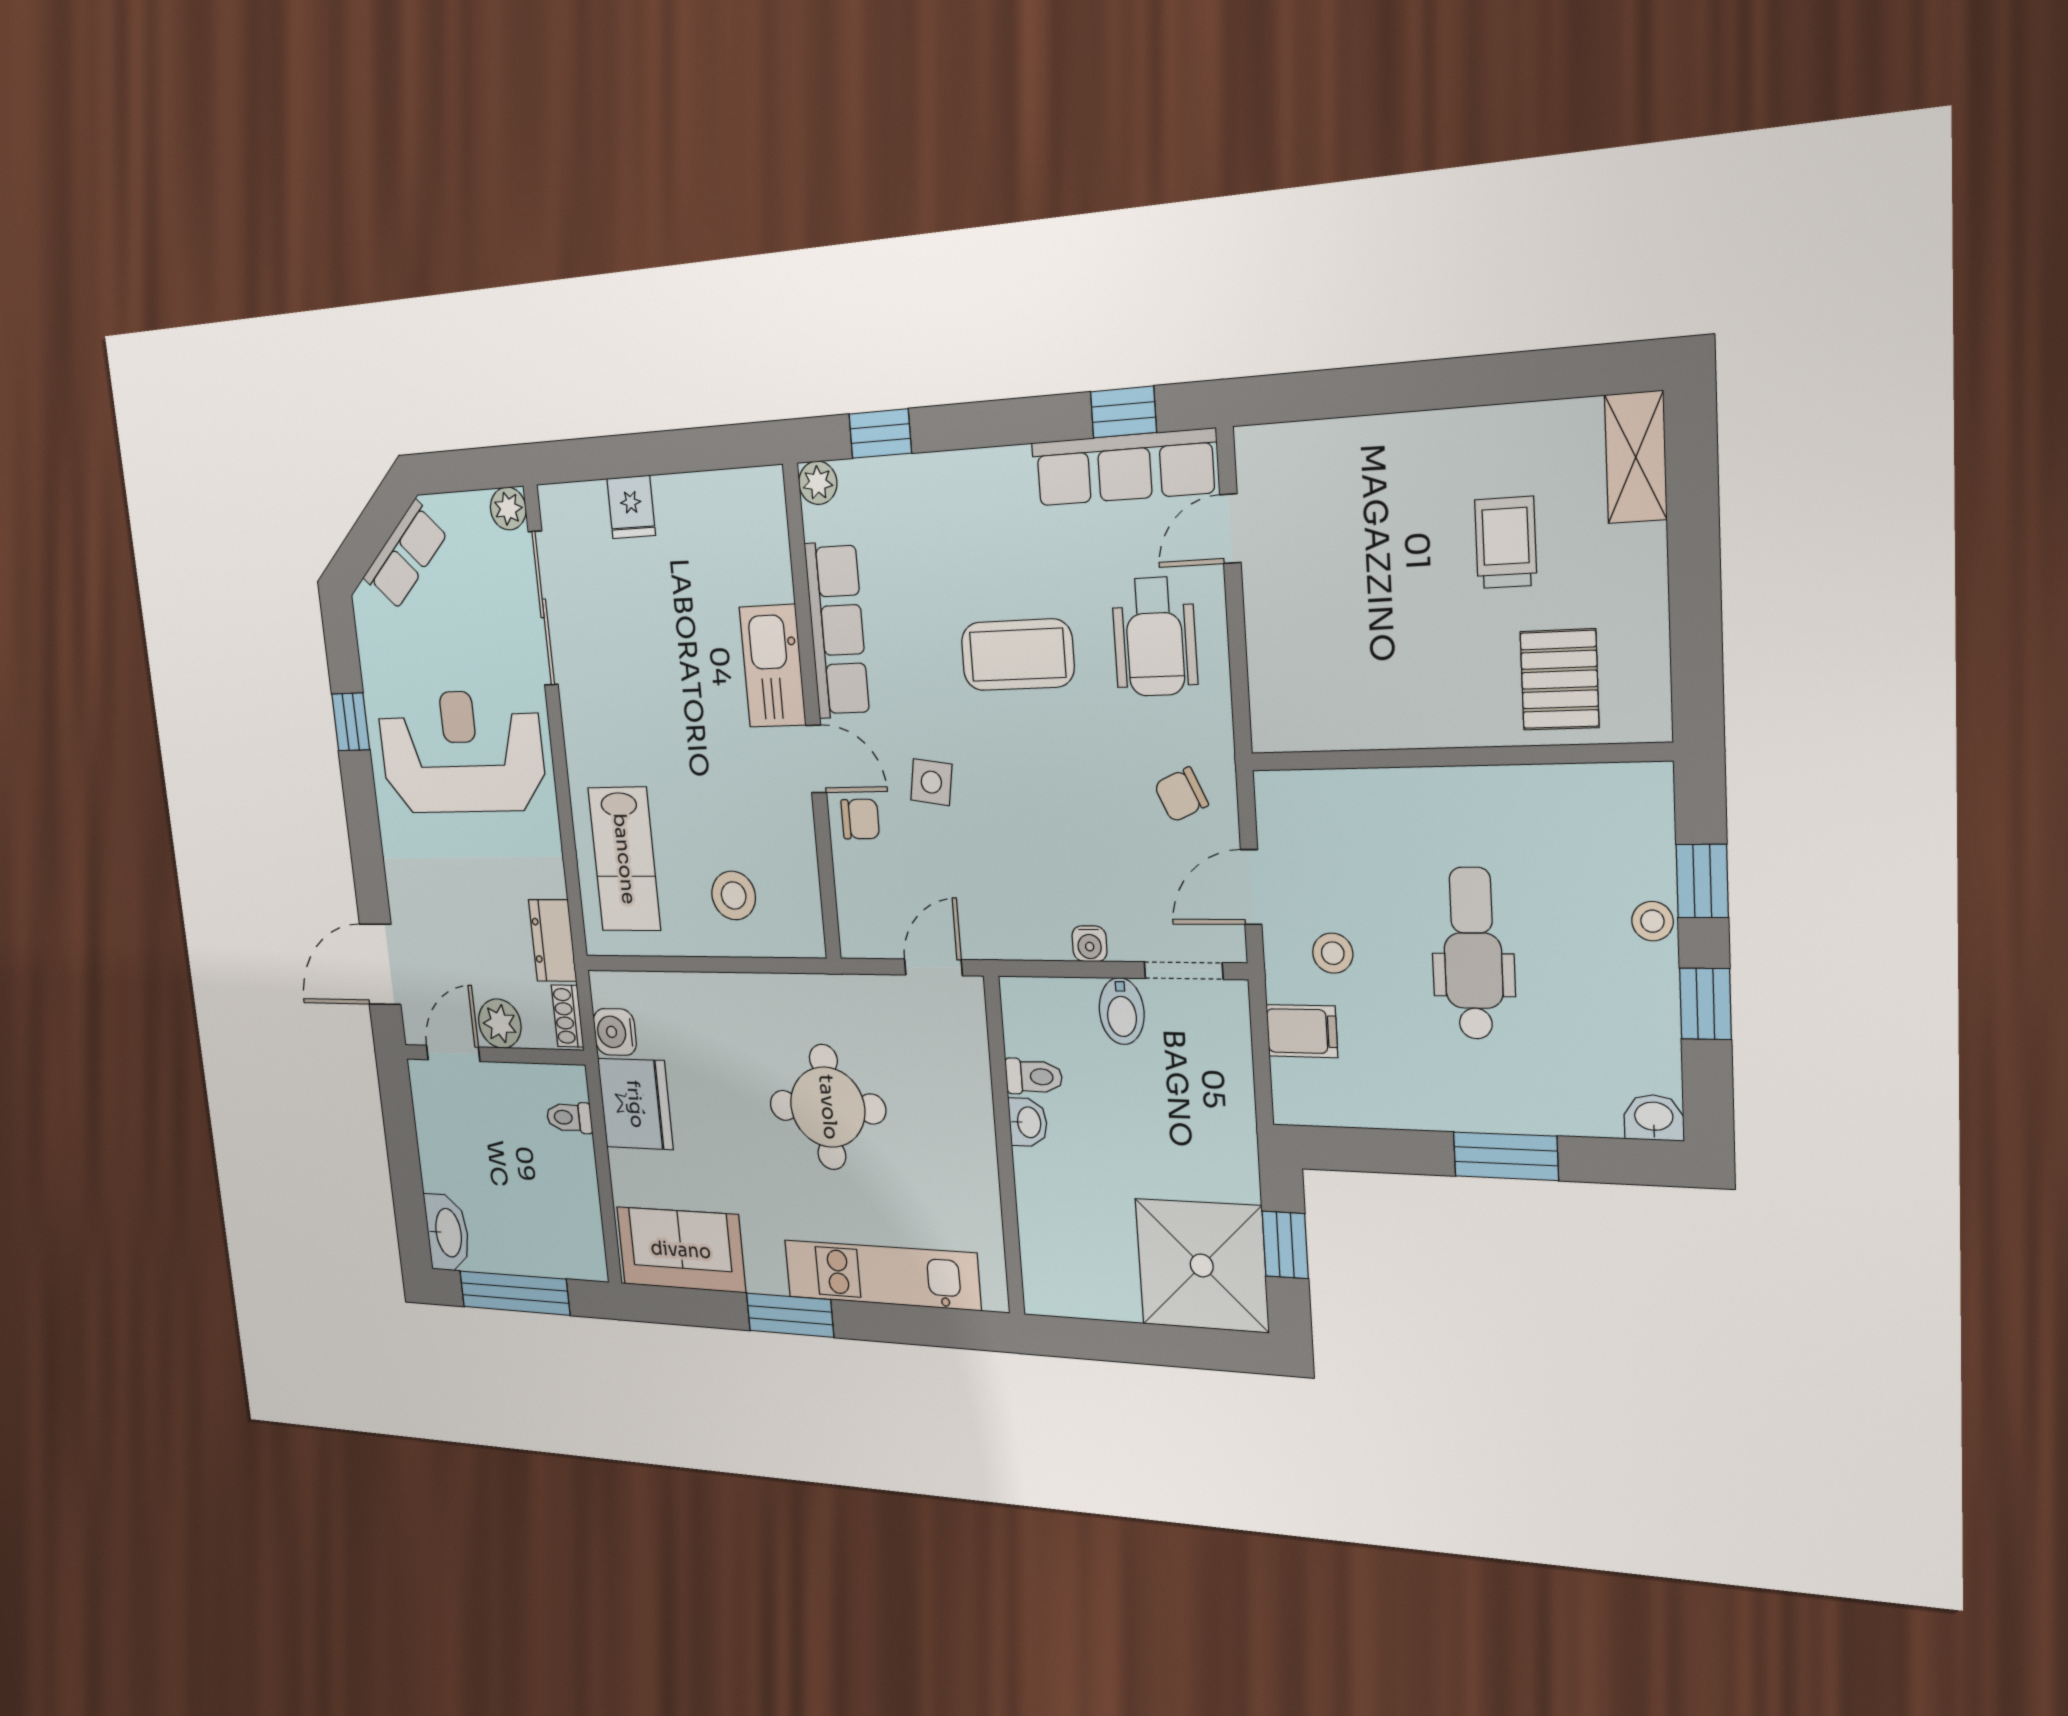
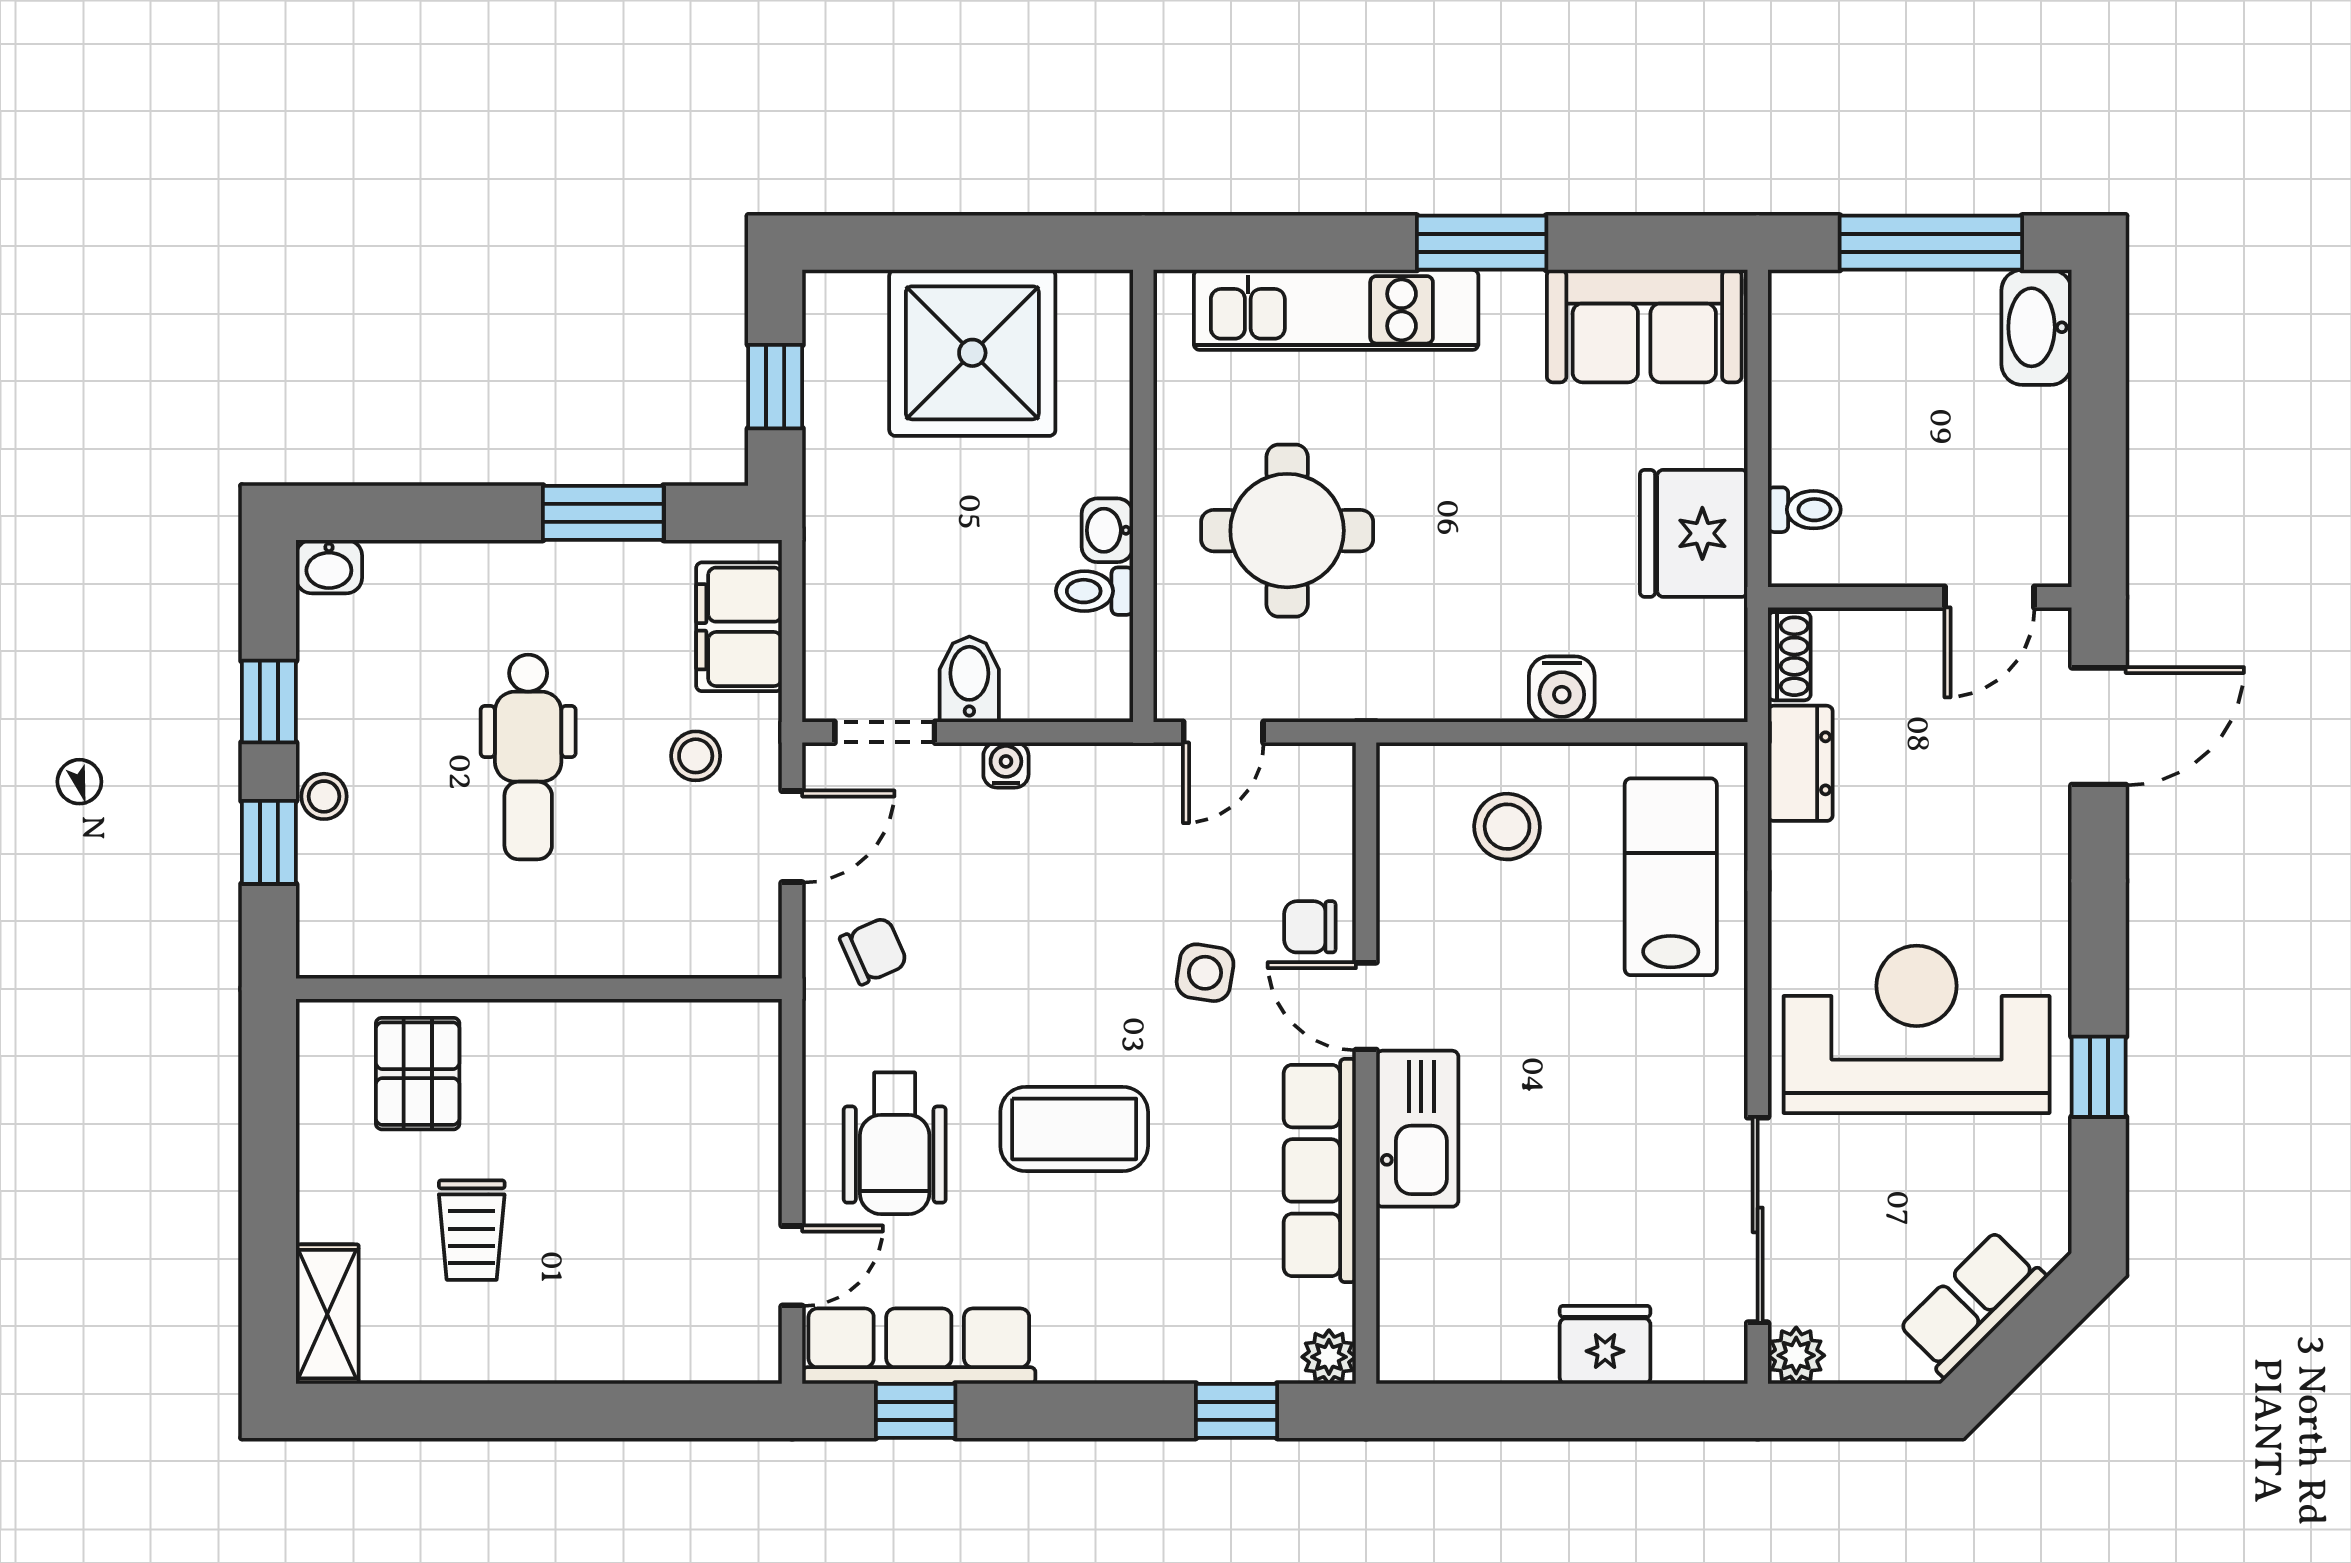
fridge: (631, 507) -> (1605, 1345), width x1.38
wheelchair: (1155, 637) -> (895, 1143), turned 180
reception desk: (461, 752) -> (1917, 1029), turned 180
plant: (500, 1024) -> (1904, 643), removed
filing cabinet: (1302, 1031) -> (739, 627), width x2.00
water cooler: (615, 1032) -> (1562, 689), moved, turned 90
round table: (828, 1107) -> (1287, 531), moved
window: (1506, 1156) -> (603, 513), moved
shower: (1202, 1265) -> (972, 353), moved

